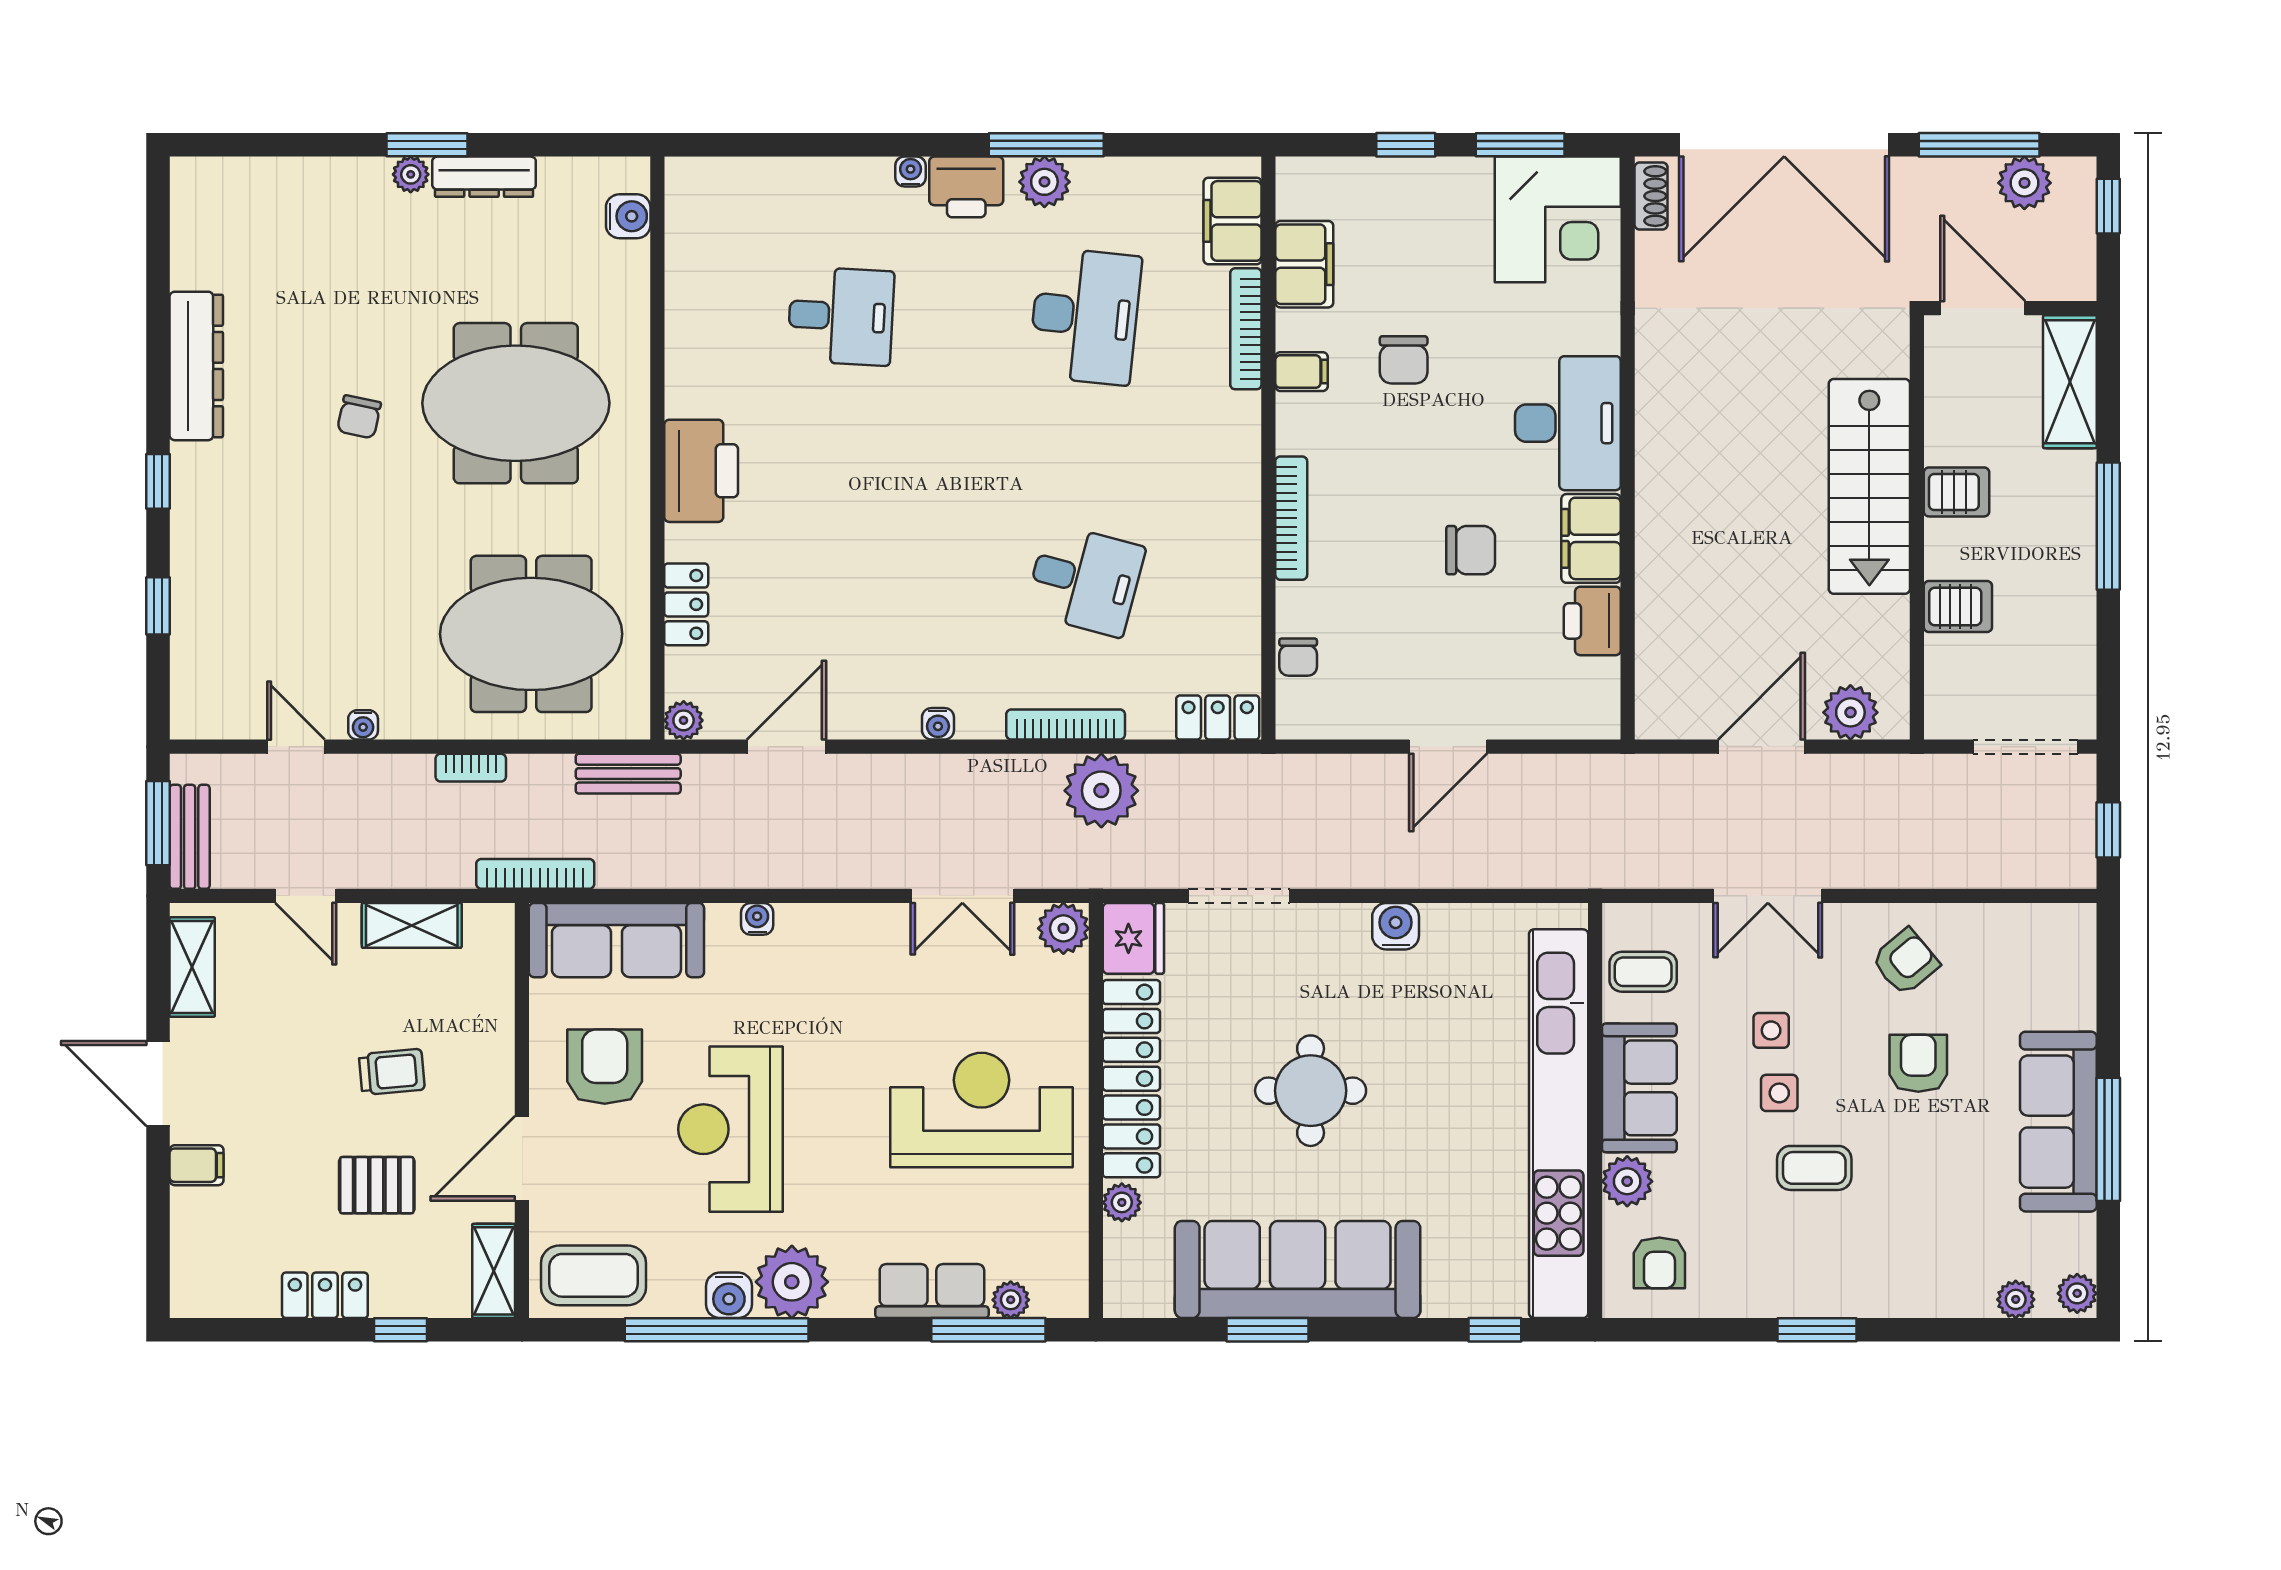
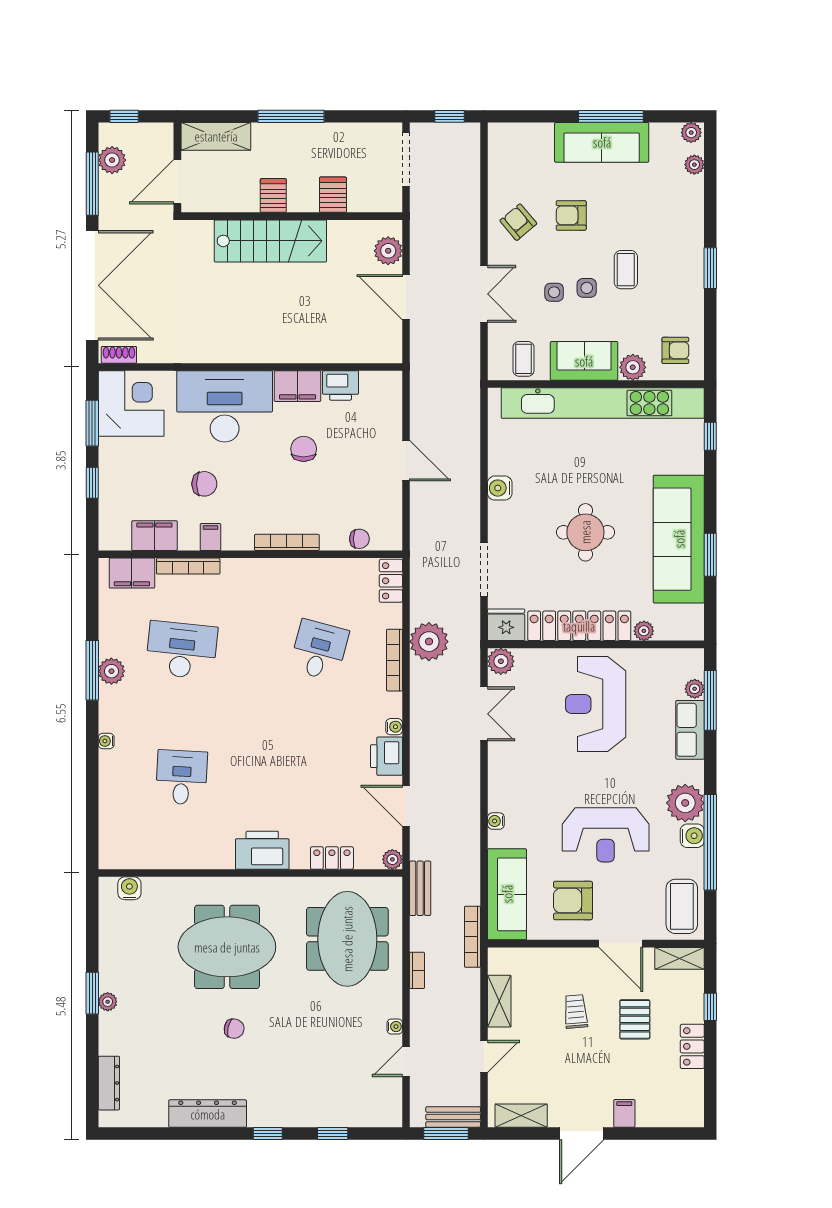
dresser: (484, 177) -> (109, 1083), moved
printer: (966, 187) -> (387, 756), moved, turned 180
meeting table: (516, 403) -> (227, 947), turned 90
desk: (1568, 423) -> (225, 406), width x1.36, depth x1.30

